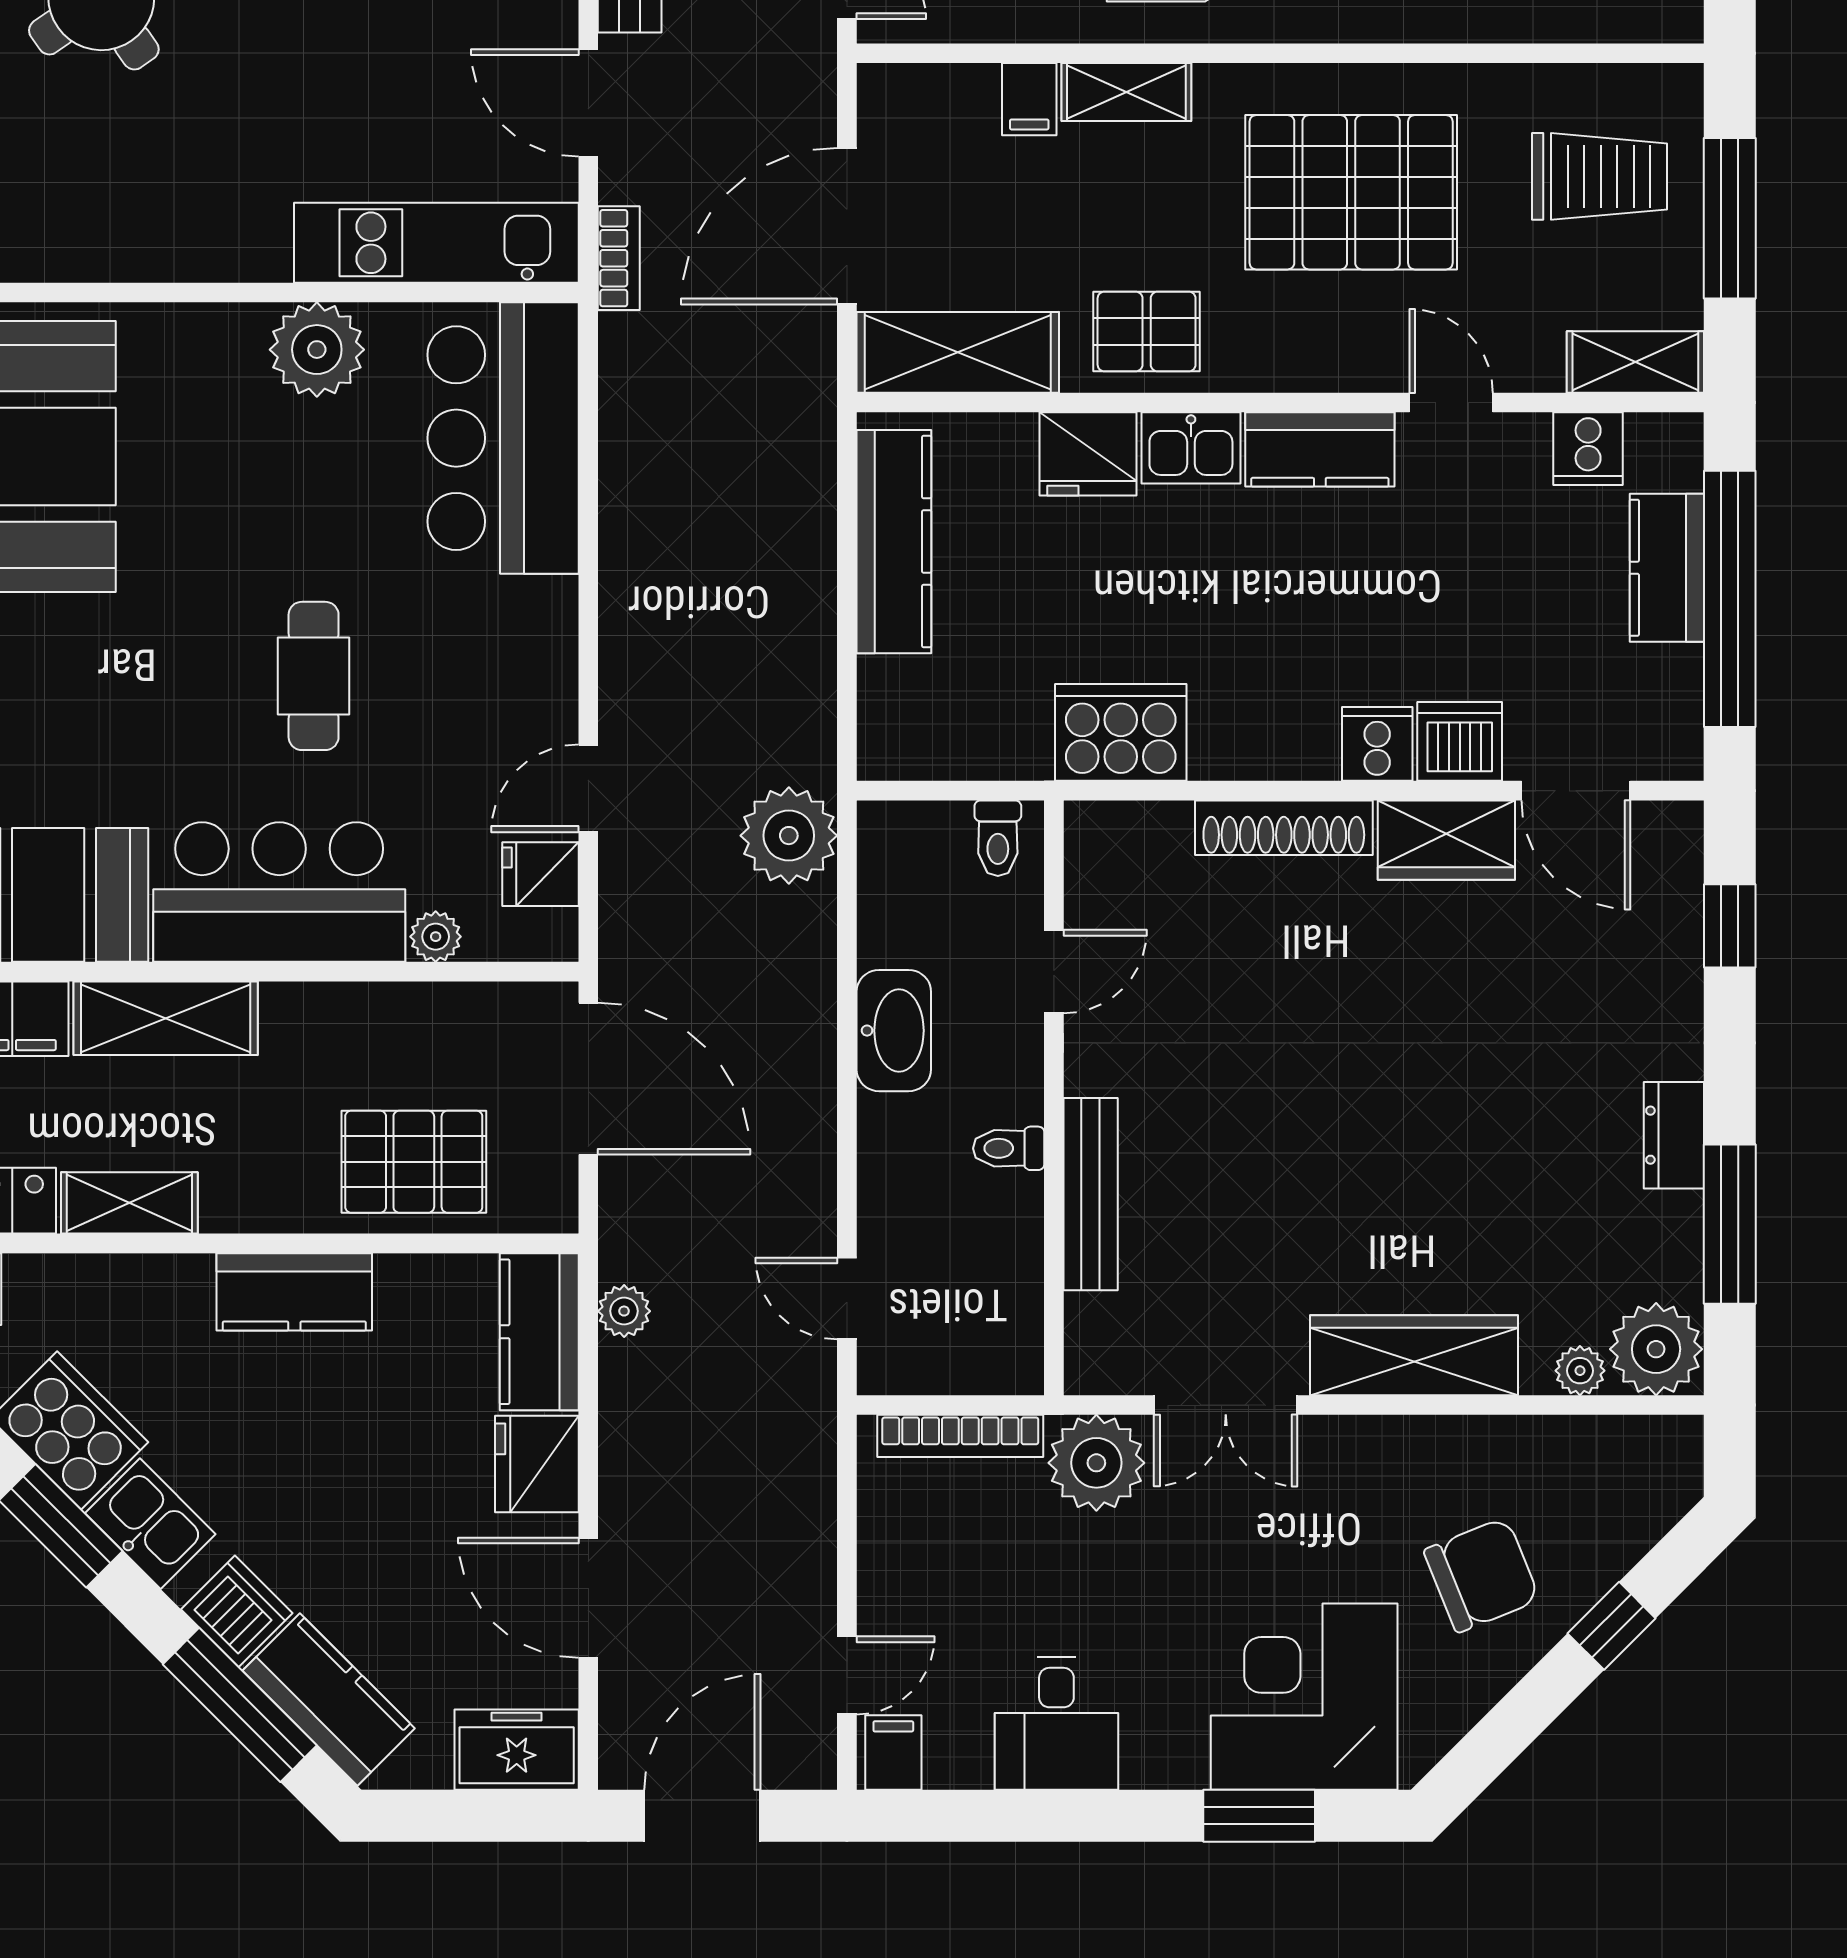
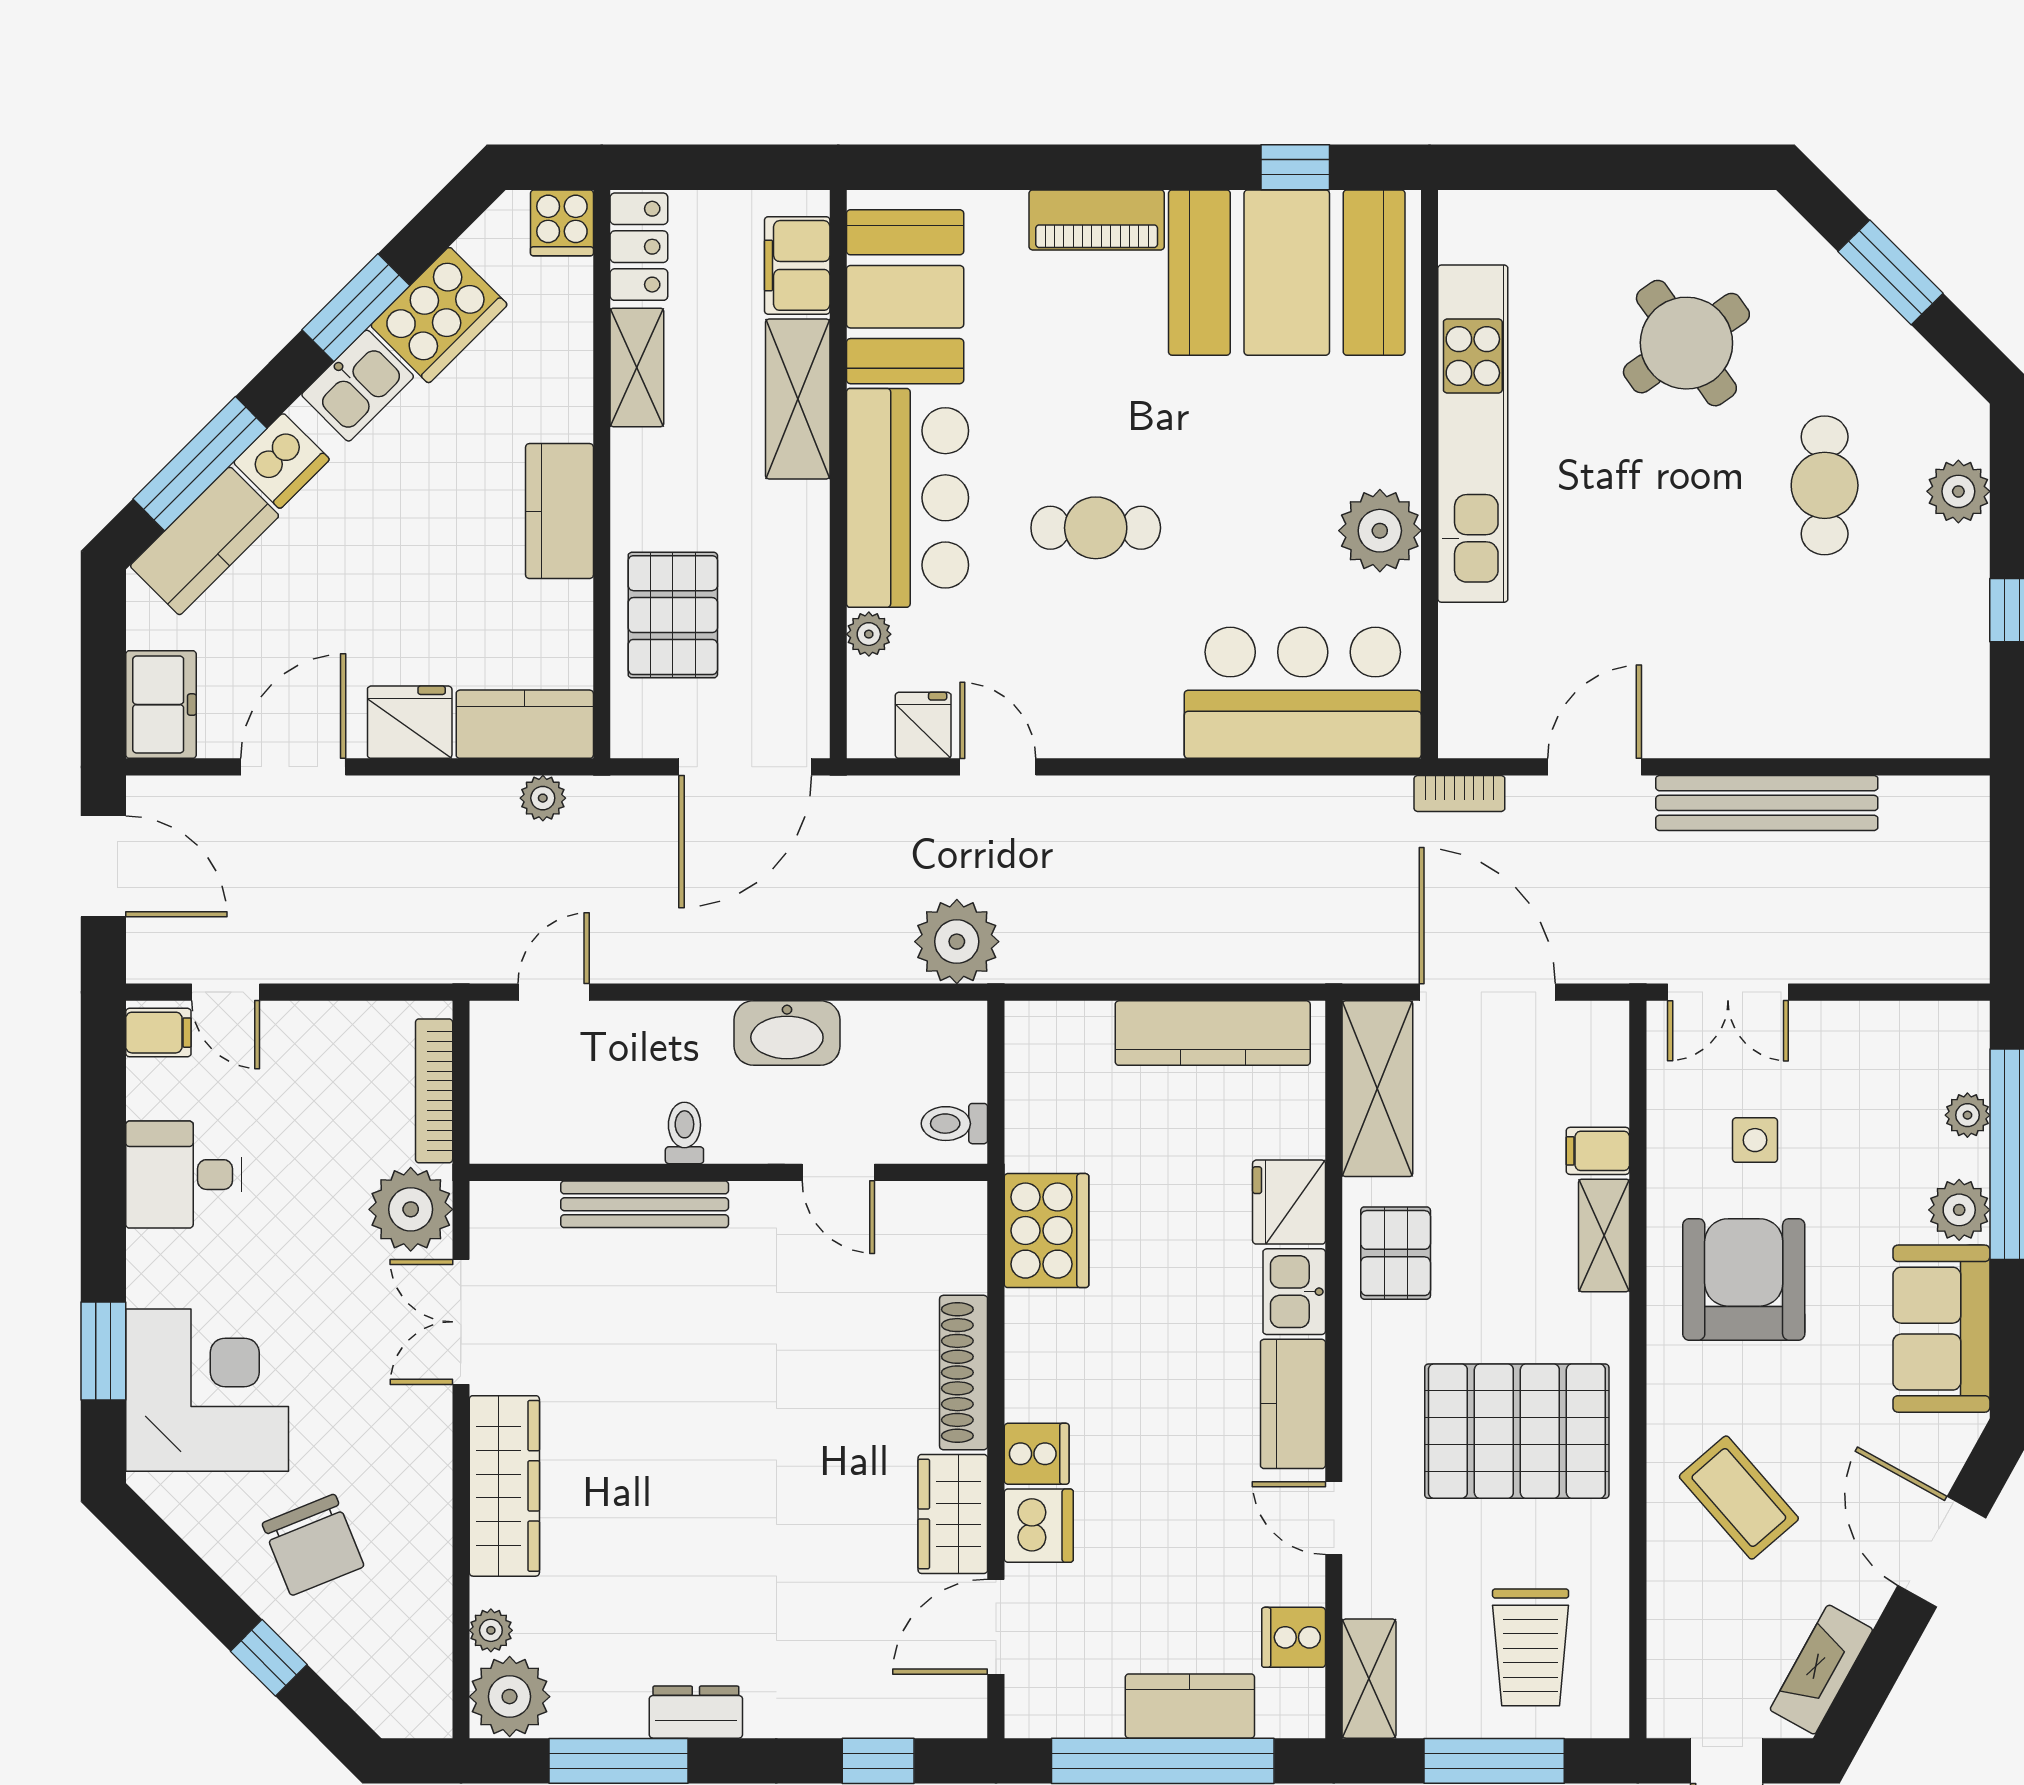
pallet: (1351, 192) -> (1517, 1431), turned 90
kitchen unit: (436, 243) -> (1473, 434), moved, width x1.36
door: (1451, 402) -> (1334, 1518), swing flipped

